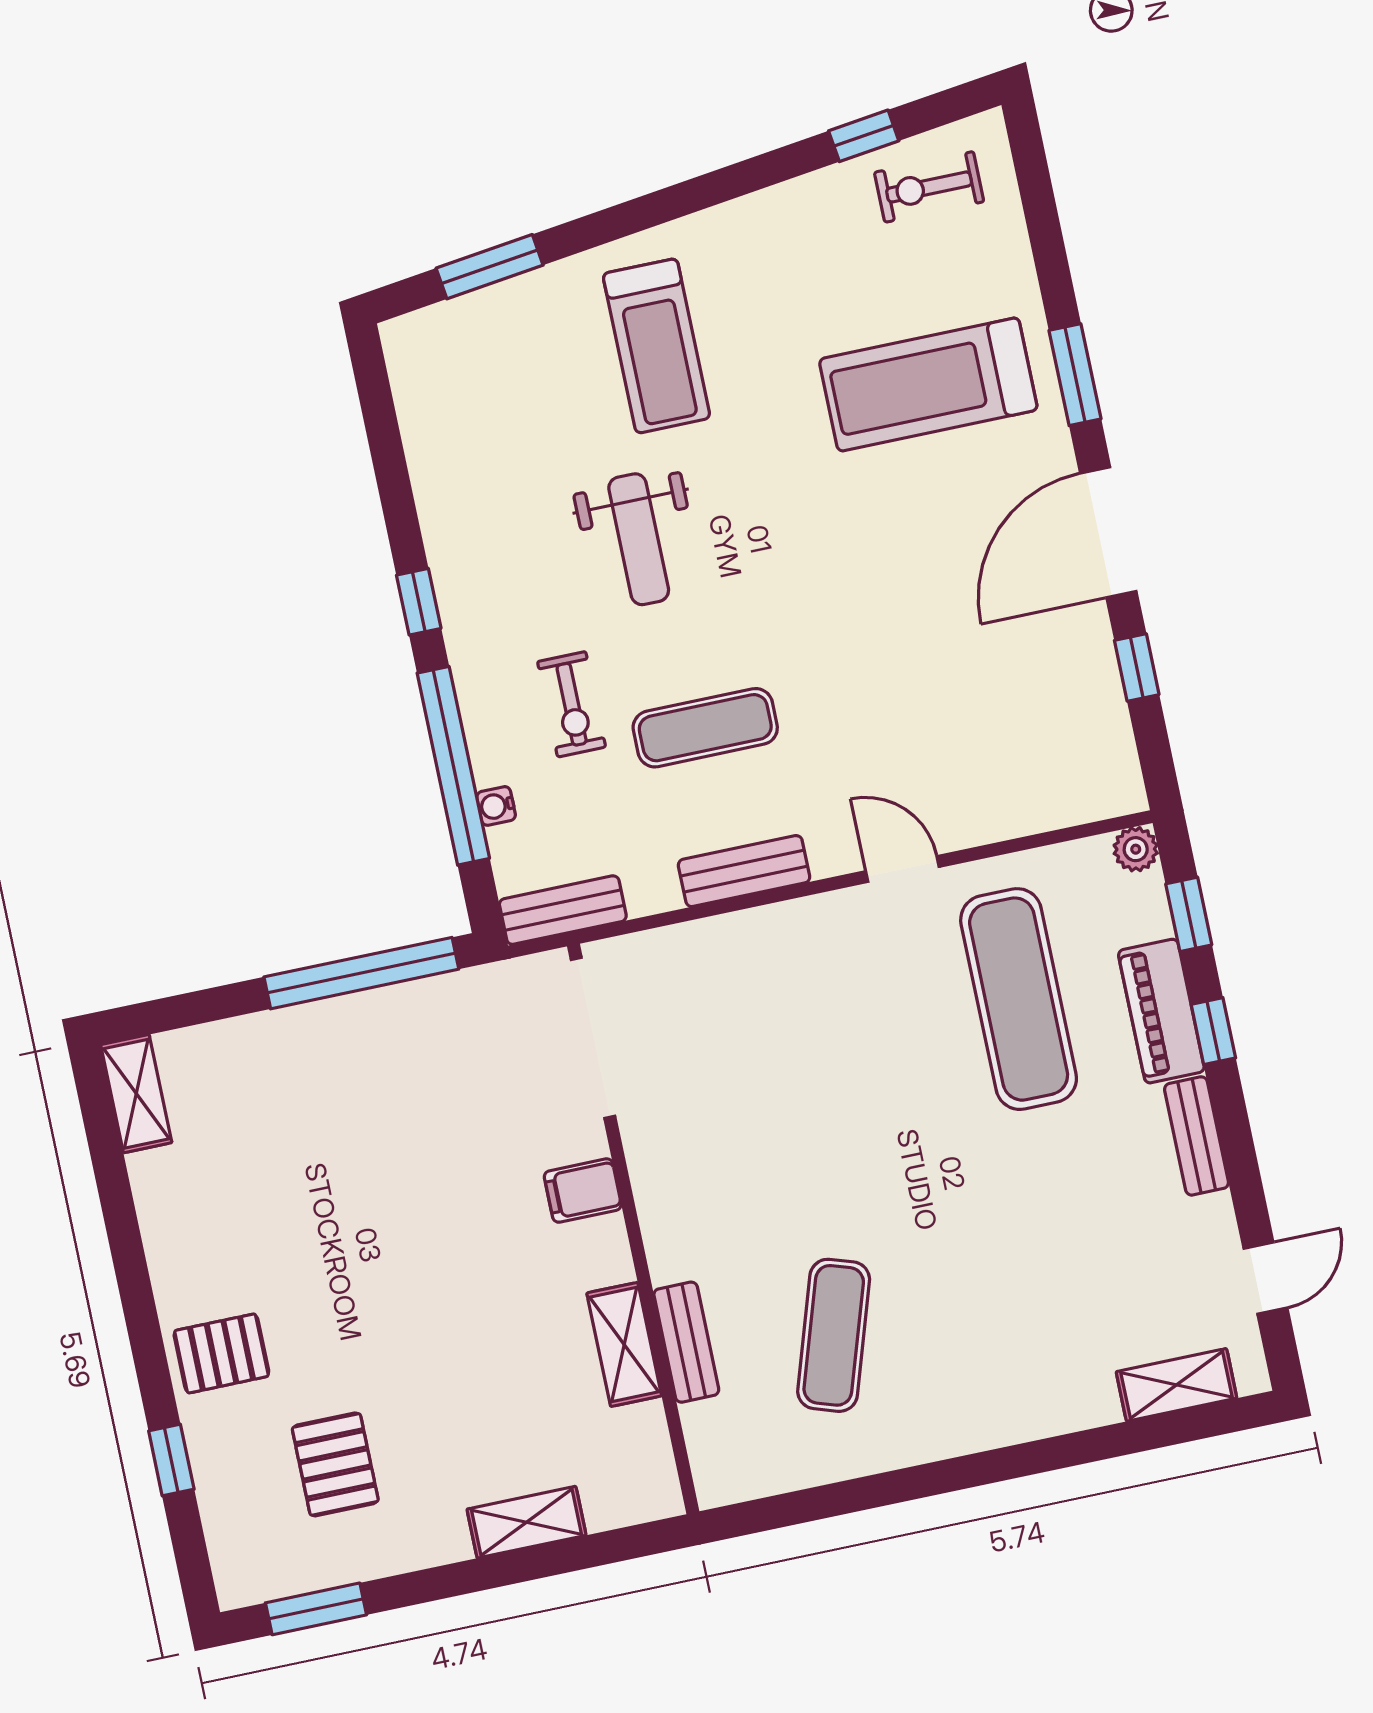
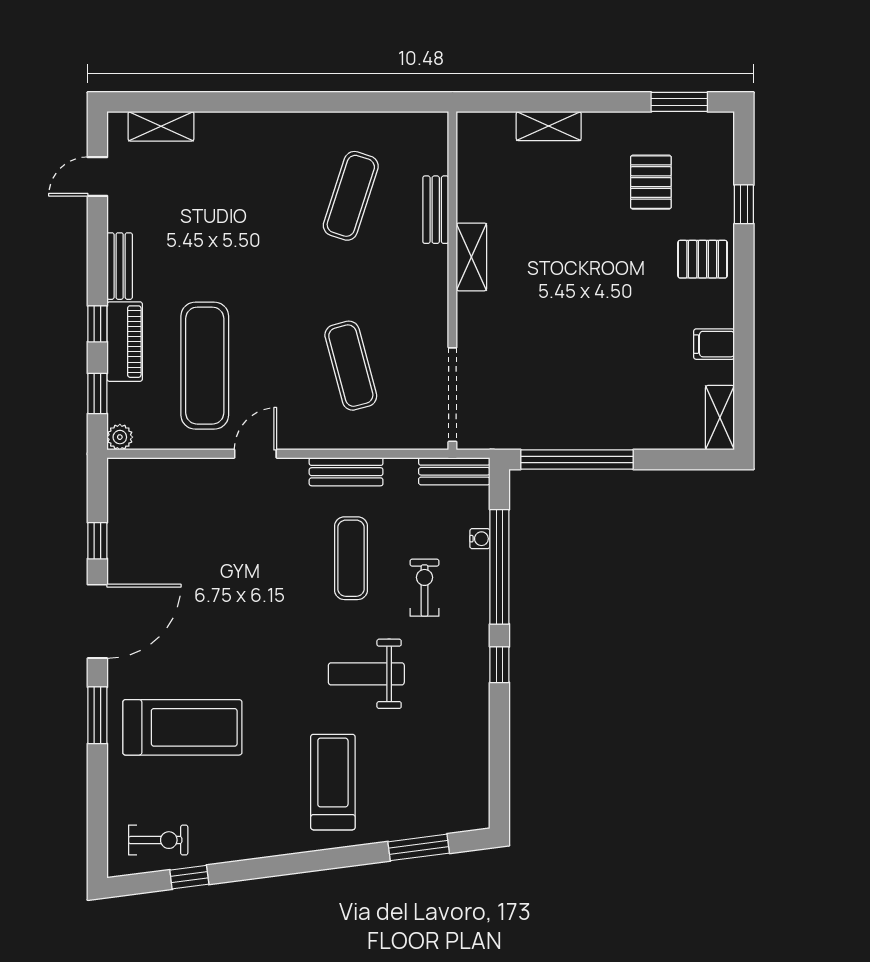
weight bench: (639, 539) -> (366, 674), turned -90
exercise mat: (705, 728) -> (351, 558), turned 90
door: (902, 869) -> (255, 454), swing flipped
exercise mat: (774, 1051) -> (351, 366), added
filing cabinet: (583, 1191) -> (714, 344), moved, turned 180
shelving: (624, 1344) -> (471, 257), moved

